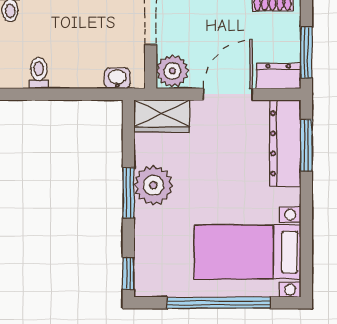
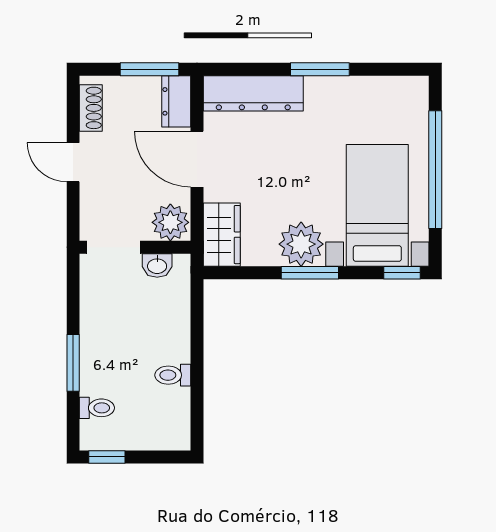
washbasin: (117, 78) -> (157, 265), moved, turned -90
window: (306, 145) -> (320, 69), moved
bed with nightstands: (247, 252) -> (377, 205), moved, turned 180

